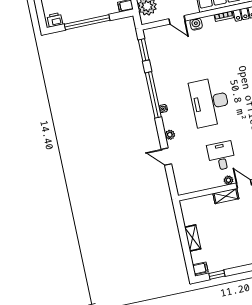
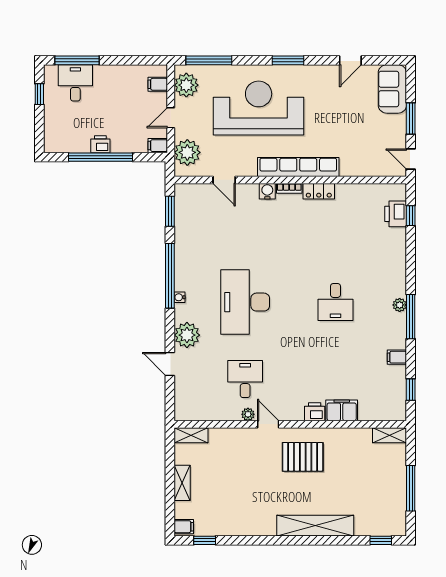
printer: (55, 20) -> (100, 144), moved
water cooler: (196, 24) -> (267, 191), moved
plant: (170, 135) -> (187, 335), width x1.87, depth x1.87
shelving: (226, 196) -> (191, 435), moved

